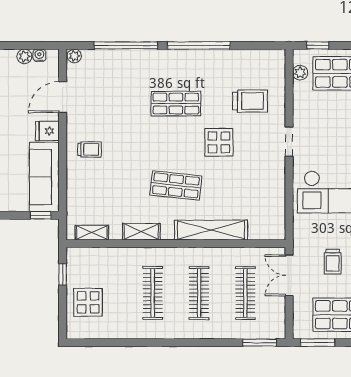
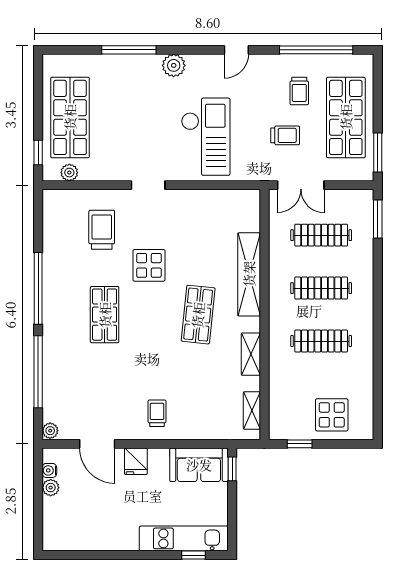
sofa: (44, 177) -> (199, 465), width x0.73

